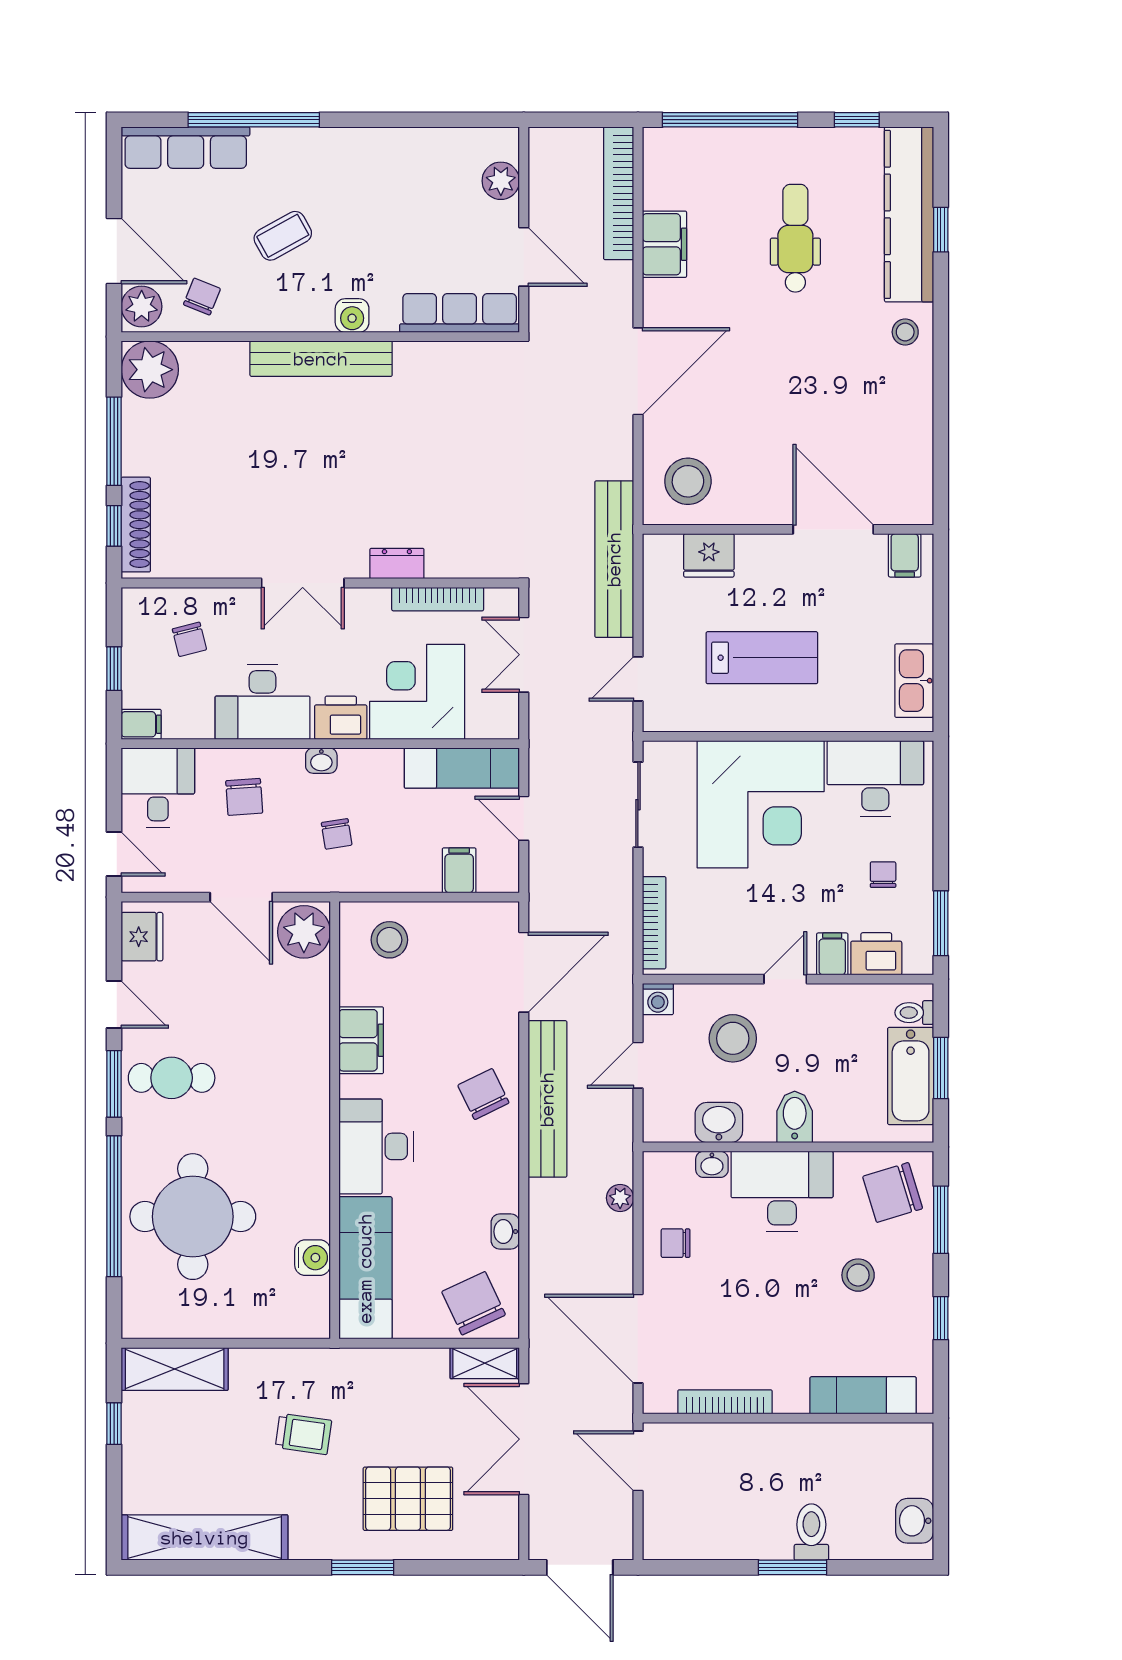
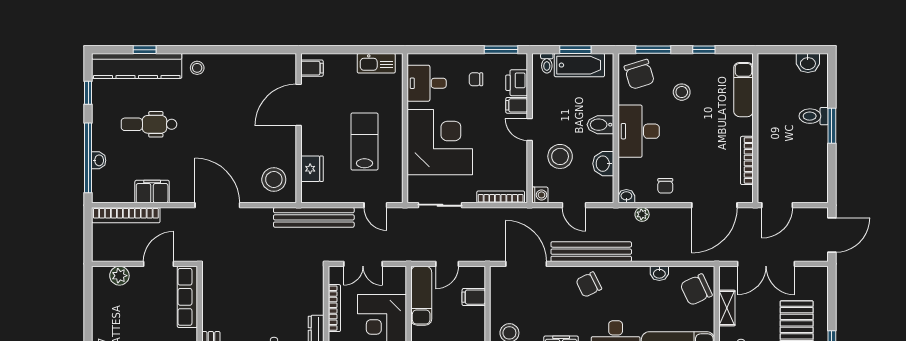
washbasin: (725, 140) -> (99, 160), added
desk: (875, 779) -> (427, 83), width x0.73
washbasin: (712, 1164) -> (626, 196), moved, turned -90
shelving: (485, 1363) -> (727, 308), moved

